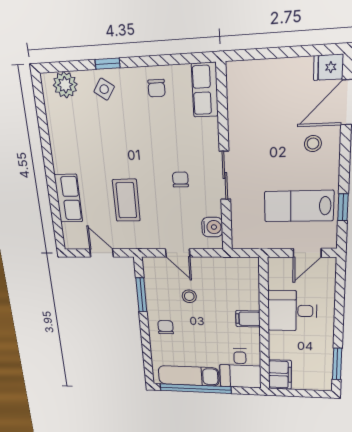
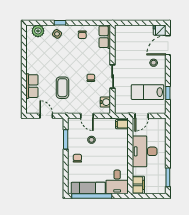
door: (307, 253) -> (142, 116), moved
desk: (292, 311) -> (145, 151), width x1.37
filing cabinet: (248, 319) -> (122, 124), moved

